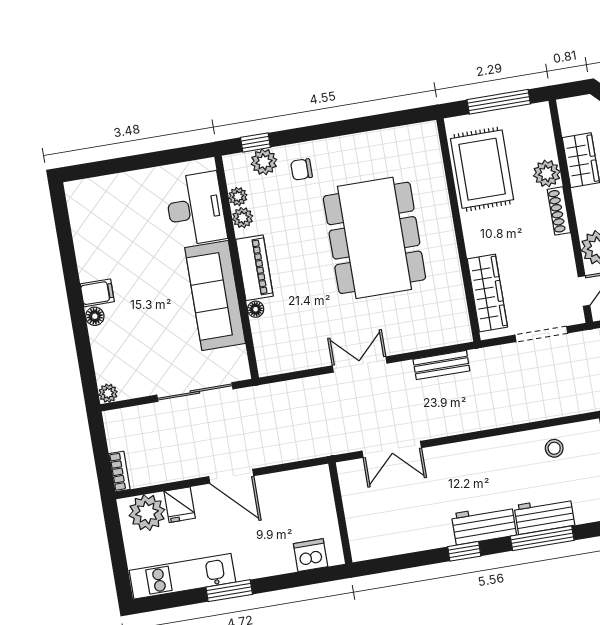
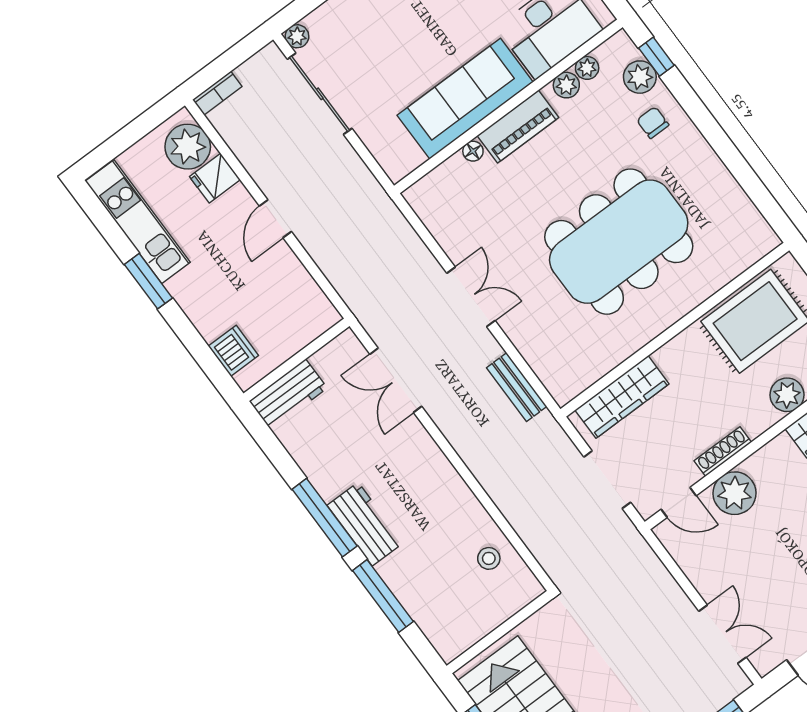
shoe rack: (559, 211) -> (723, 452), moved
sliding door: (195, 392) -> (320, 94), moved
door: (231, 476) -> (275, 219), width x0.73
workbench: (544, 515) -> (288, 394), moved, turned 90
window: (464, 551) -> (325, 518), width x2.17

